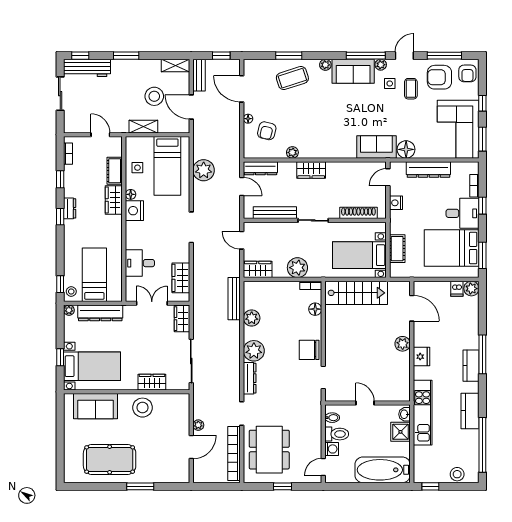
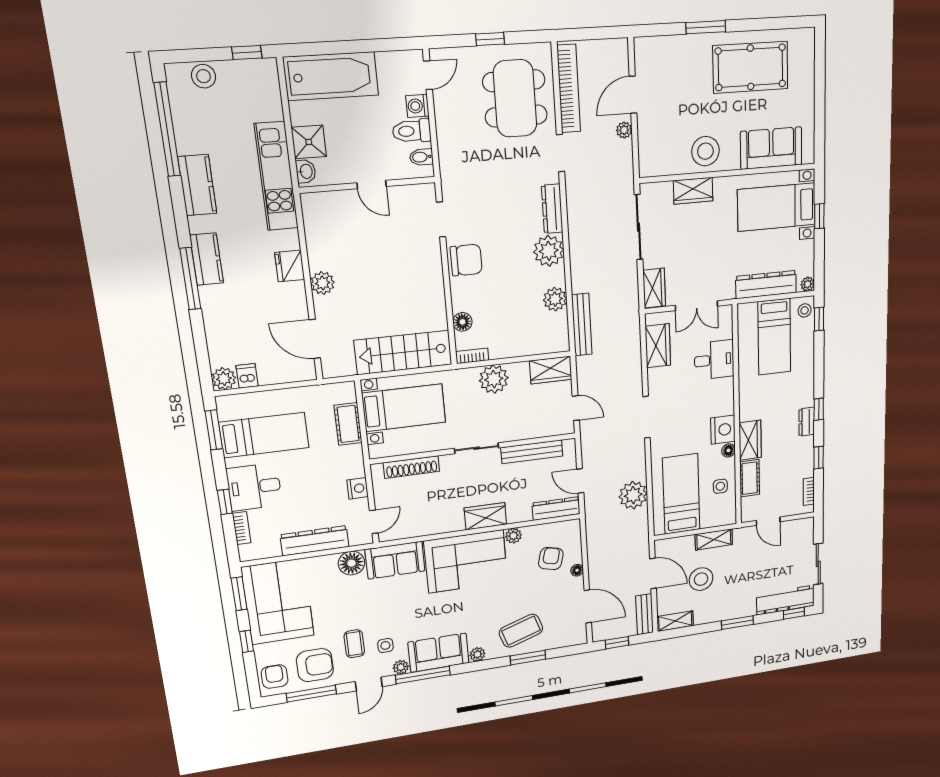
corner sofa: (328, 138) -> (466, 561), added
bed: (452, 248) -> (264, 435), width x0.67

